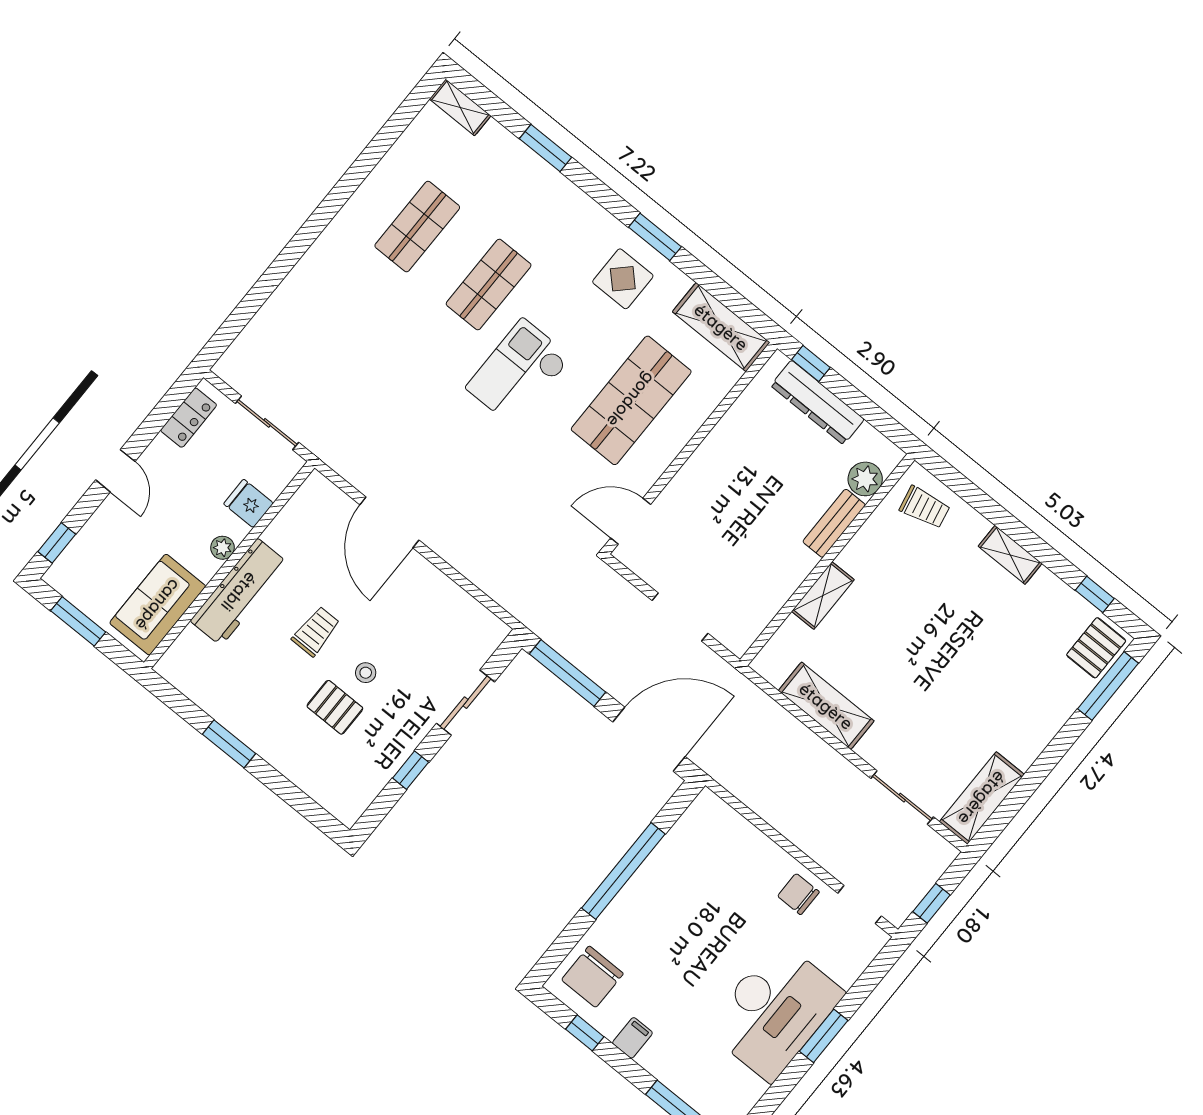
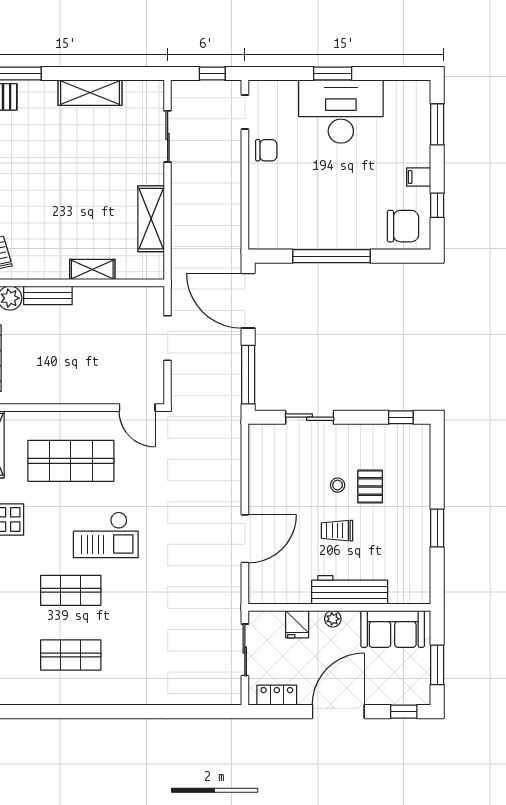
door: (115, 471) -> (338, 712), width x1.87
window: (411, 770) -> (401, 417), moved
shelving: (982, 798) -> (90, 93), moved
chair: (798, 894) -> (266, 150), turned -90

